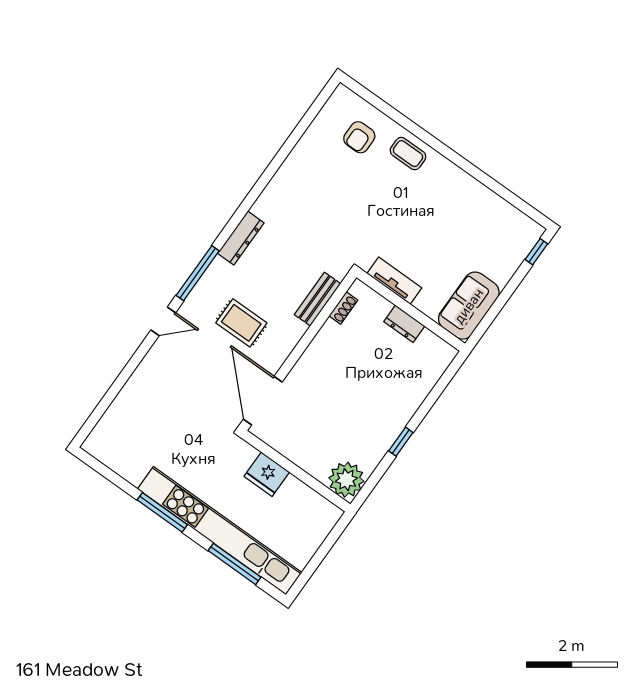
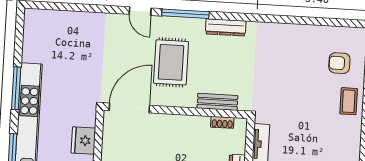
rug: (241, 323) -> (171, 62), width x1.36, depth x1.43

